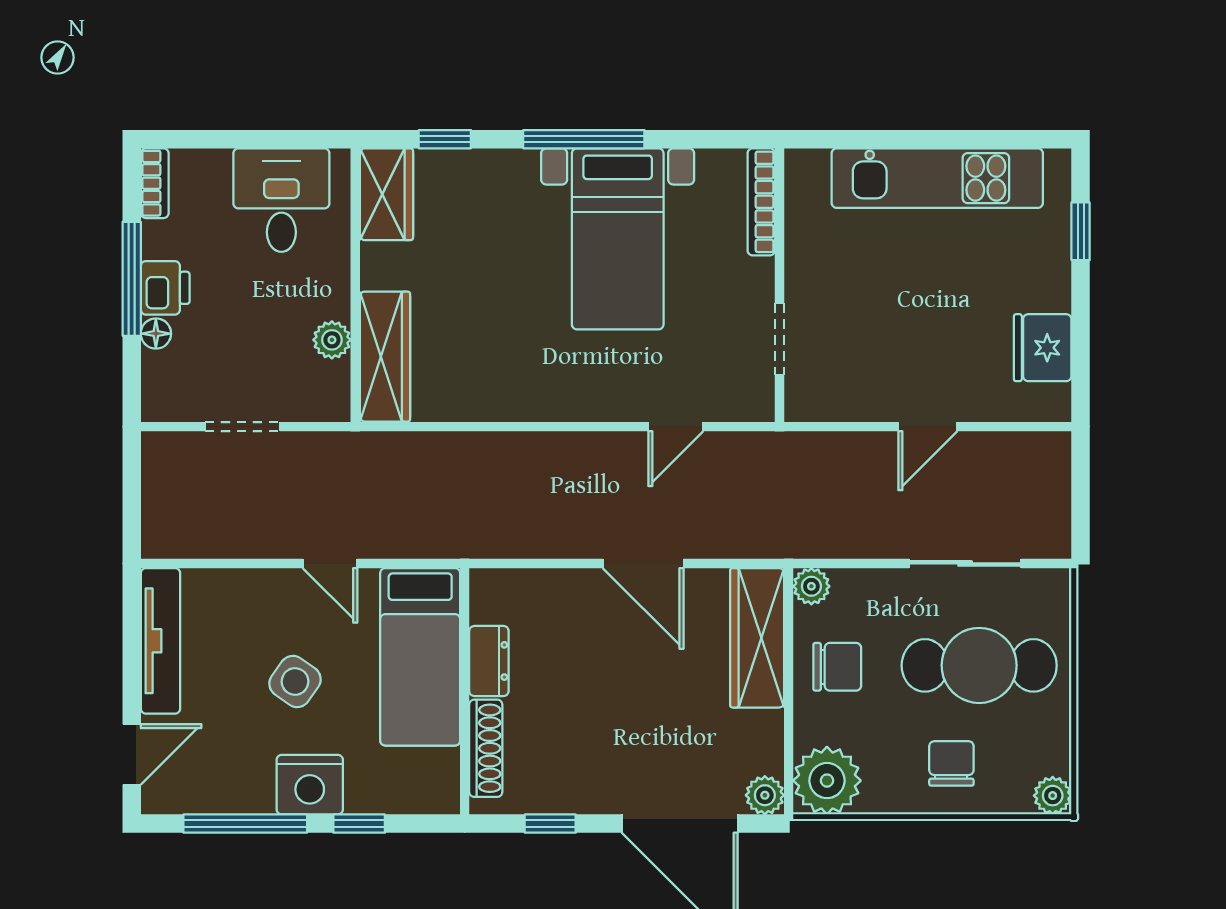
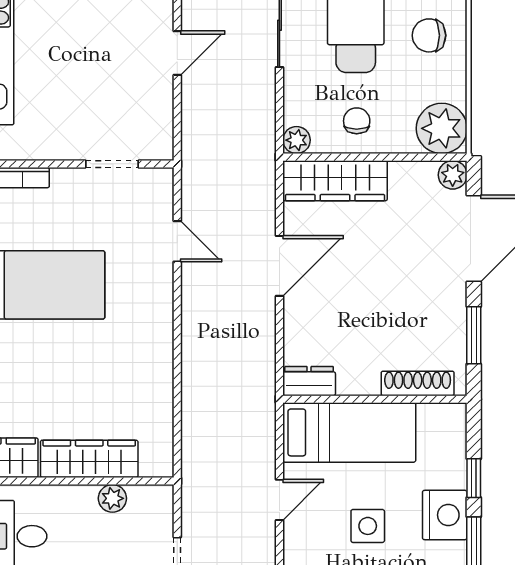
wardrobe: (385, 357) -> (89, 459), moved
door: (928, 427) -> (177, 53), hinge flipped
dresser: (489, 661) -> (309, 381), moved
chair: (837, 667) -> (357, 121), width x0.73, depth x0.73
side table: (295, 681) -> (368, 526), turned -35
window: (550, 824) -> (474, 335), width x1.50

